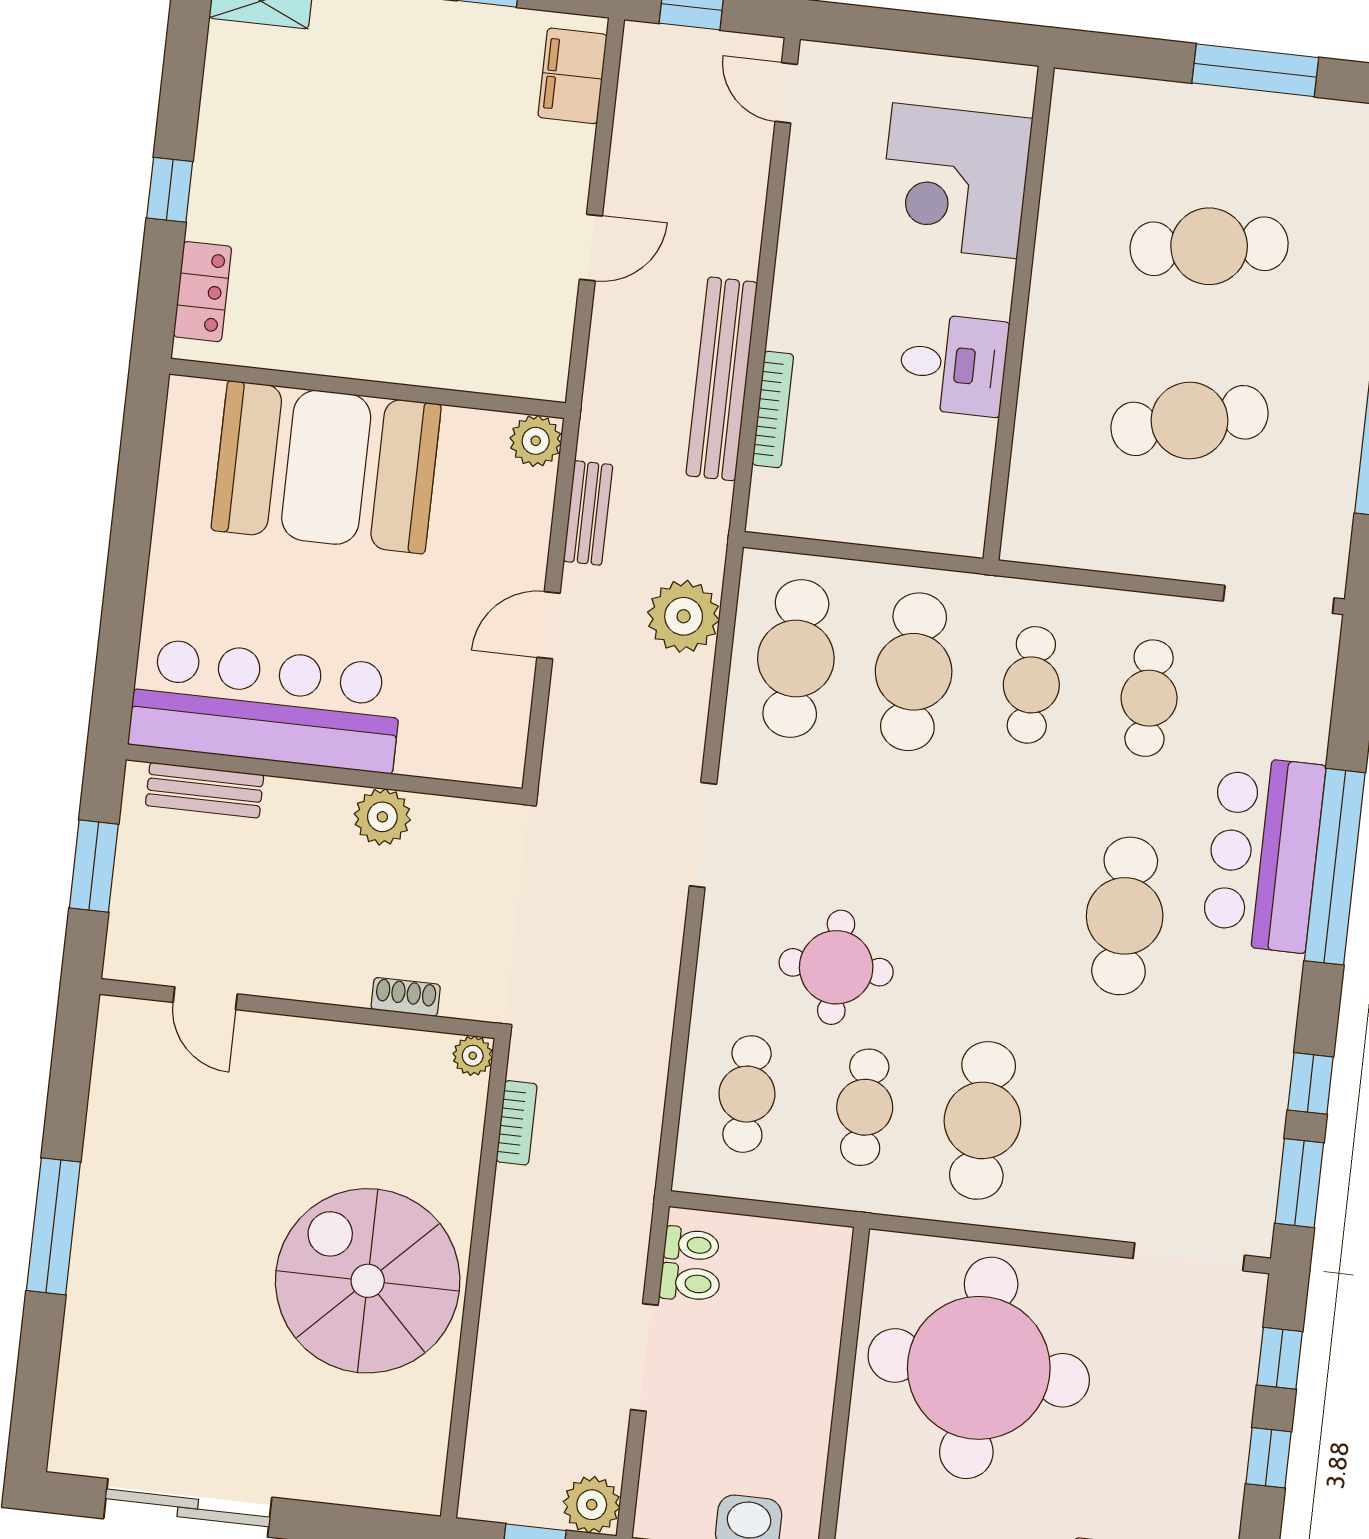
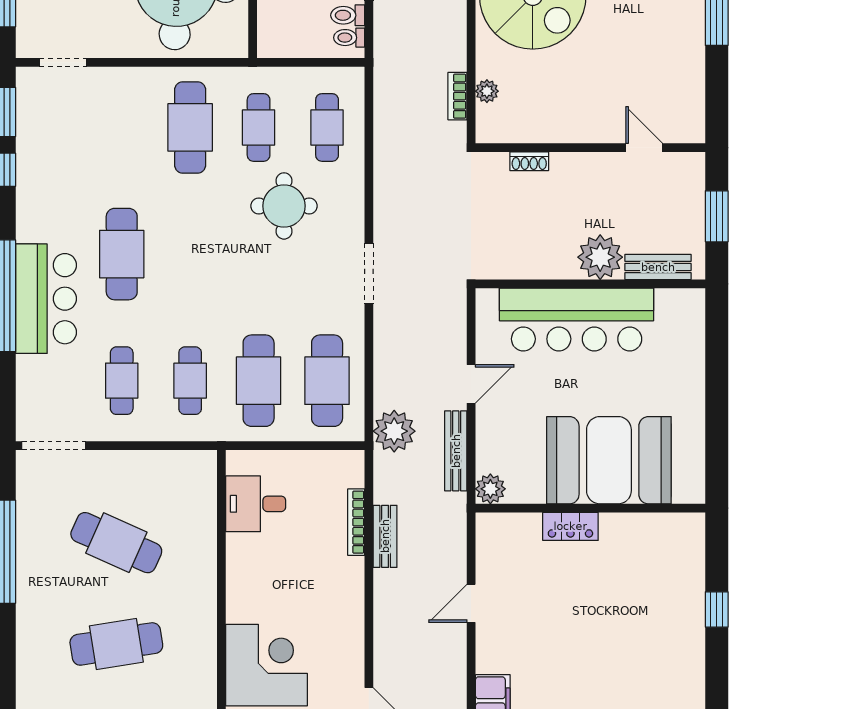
locker: (202, 292) -> (570, 526), moved, turned -90
desk: (953, 365) -> (256, 504), moved
bench: (722, 379) -> (385, 536), width x0.54, depth x0.82
cafe table: (1190, 421) -> (116, 543), turned 39
bench: (588, 513) -> (456, 451), width x1.36
plant: (684, 616) -> (394, 431), moved
bar counter: (266, 706) -> (577, 320), moved
plant: (382, 817) -> (600, 257), moved, width x1.36, depth x1.36
plant: (473, 1056) -> (487, 91), moved
doorway: (1189, 1257) -> (63, 62), width x0.73

